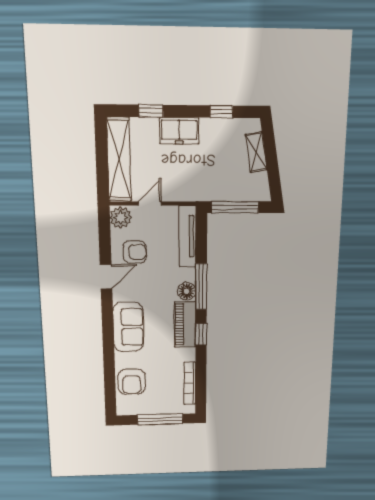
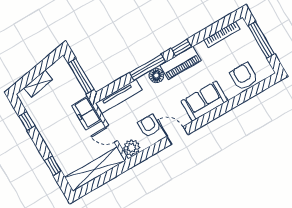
freezer: (179, 131) -> (87, 113), moved, turned 180
armchair: (132, 382) -> (244, 76), turned -90

